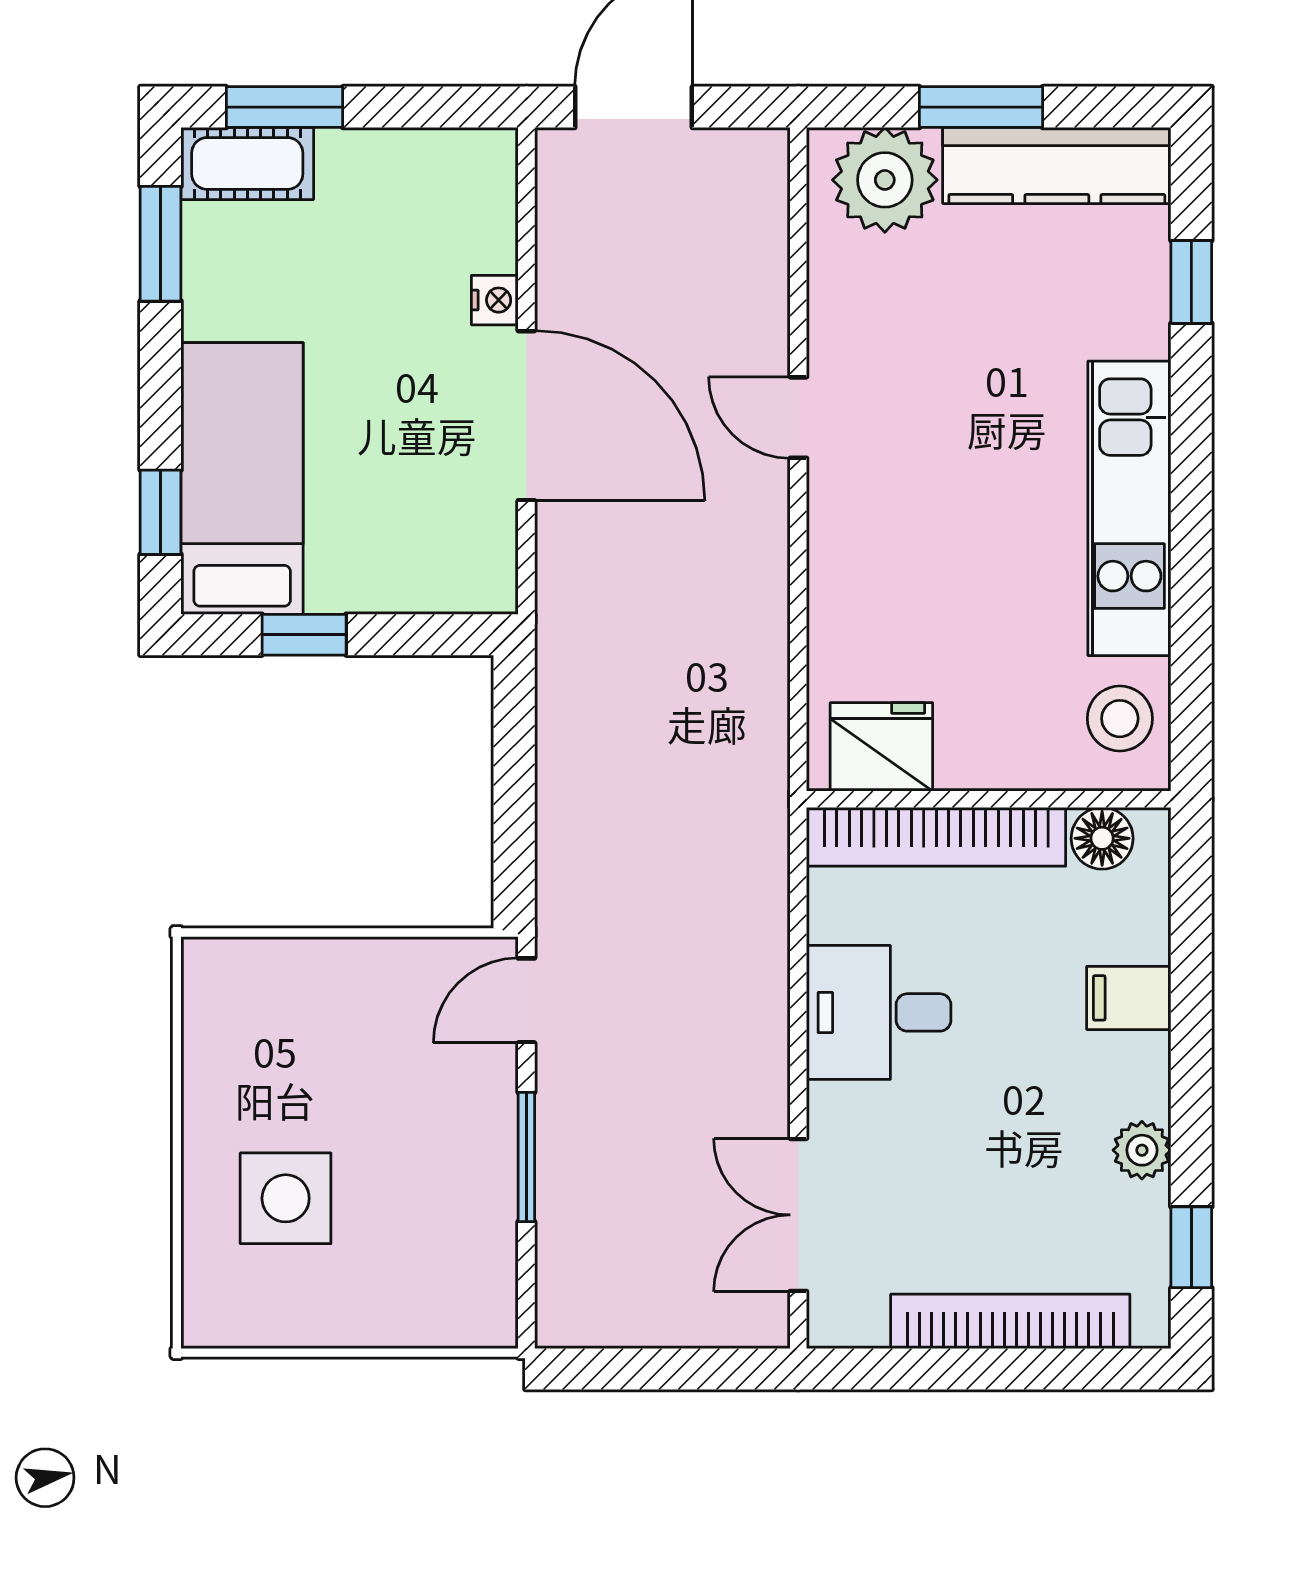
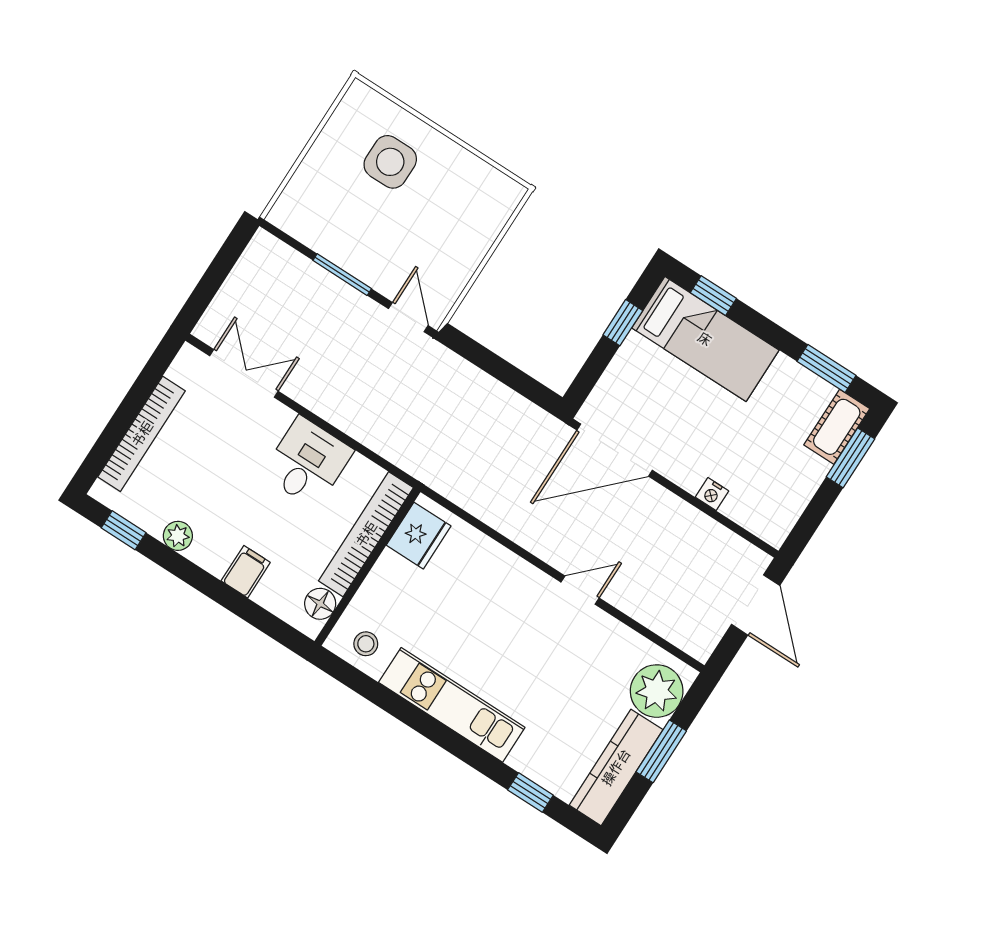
door: (526, 416) -> (615, 450), moved
stool: (1120, 719) -> (366, 644), width x0.73, depth x0.73

